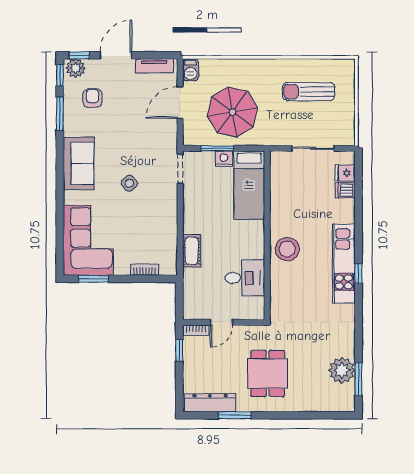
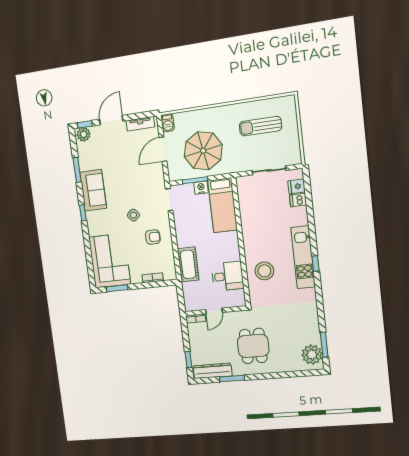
window: (60, 75) -> (83, 213), moved
armchair: (92, 98) -> (153, 237), moved, turned 90
sofa: (79, 164) -> (93, 190), moved
stool: (287, 249) -> (264, 271), moved
cot: (192, 251) -> (188, 264), width x1.37, depth x1.34
window: (179, 350) -> (188, 359), moved
plant: (342, 370) -> (312, 355), moved

